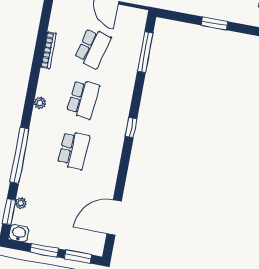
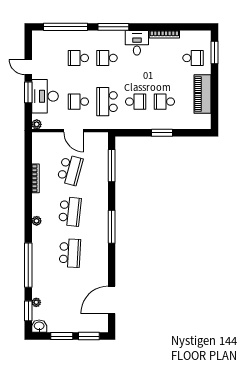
window: (131, 128) -> (112, 227), width x2.17

